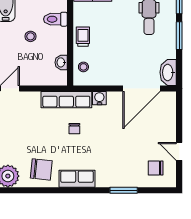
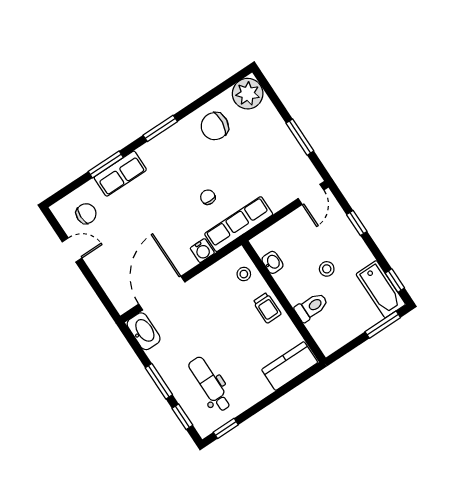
row of seats: (77, 179) -> (120, 174), moved
window: (76, 190) -> (160, 128), added

